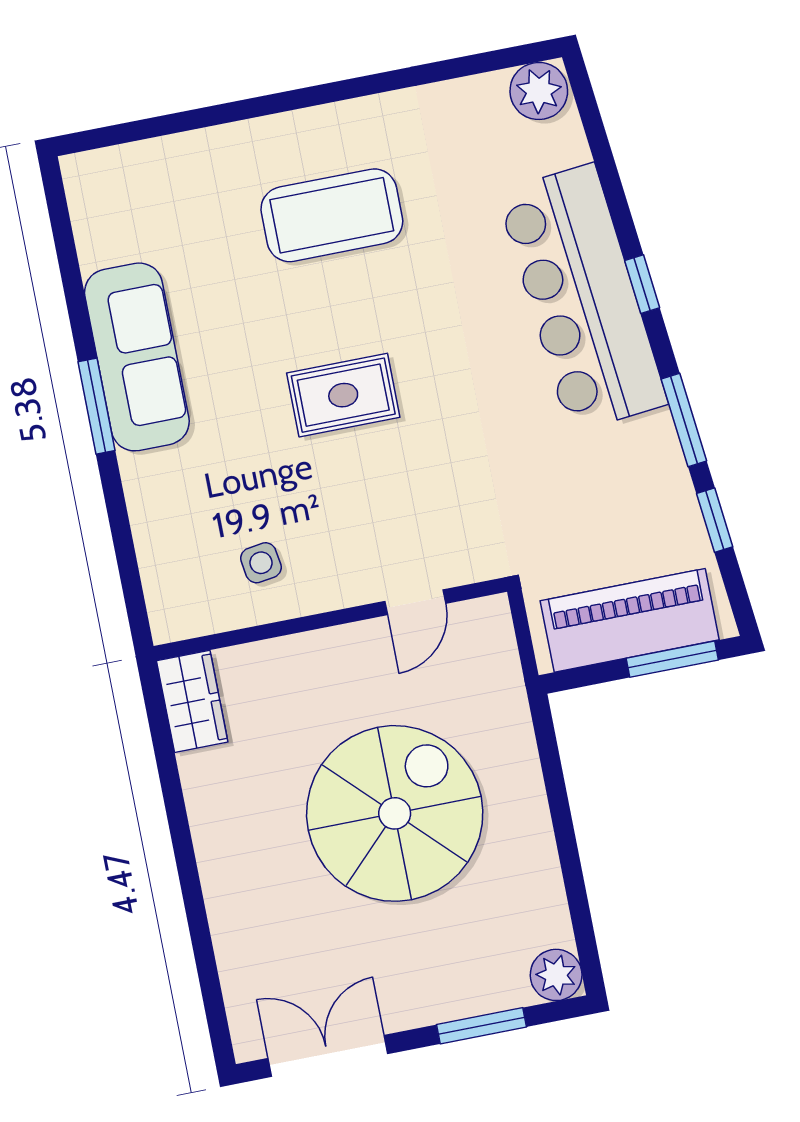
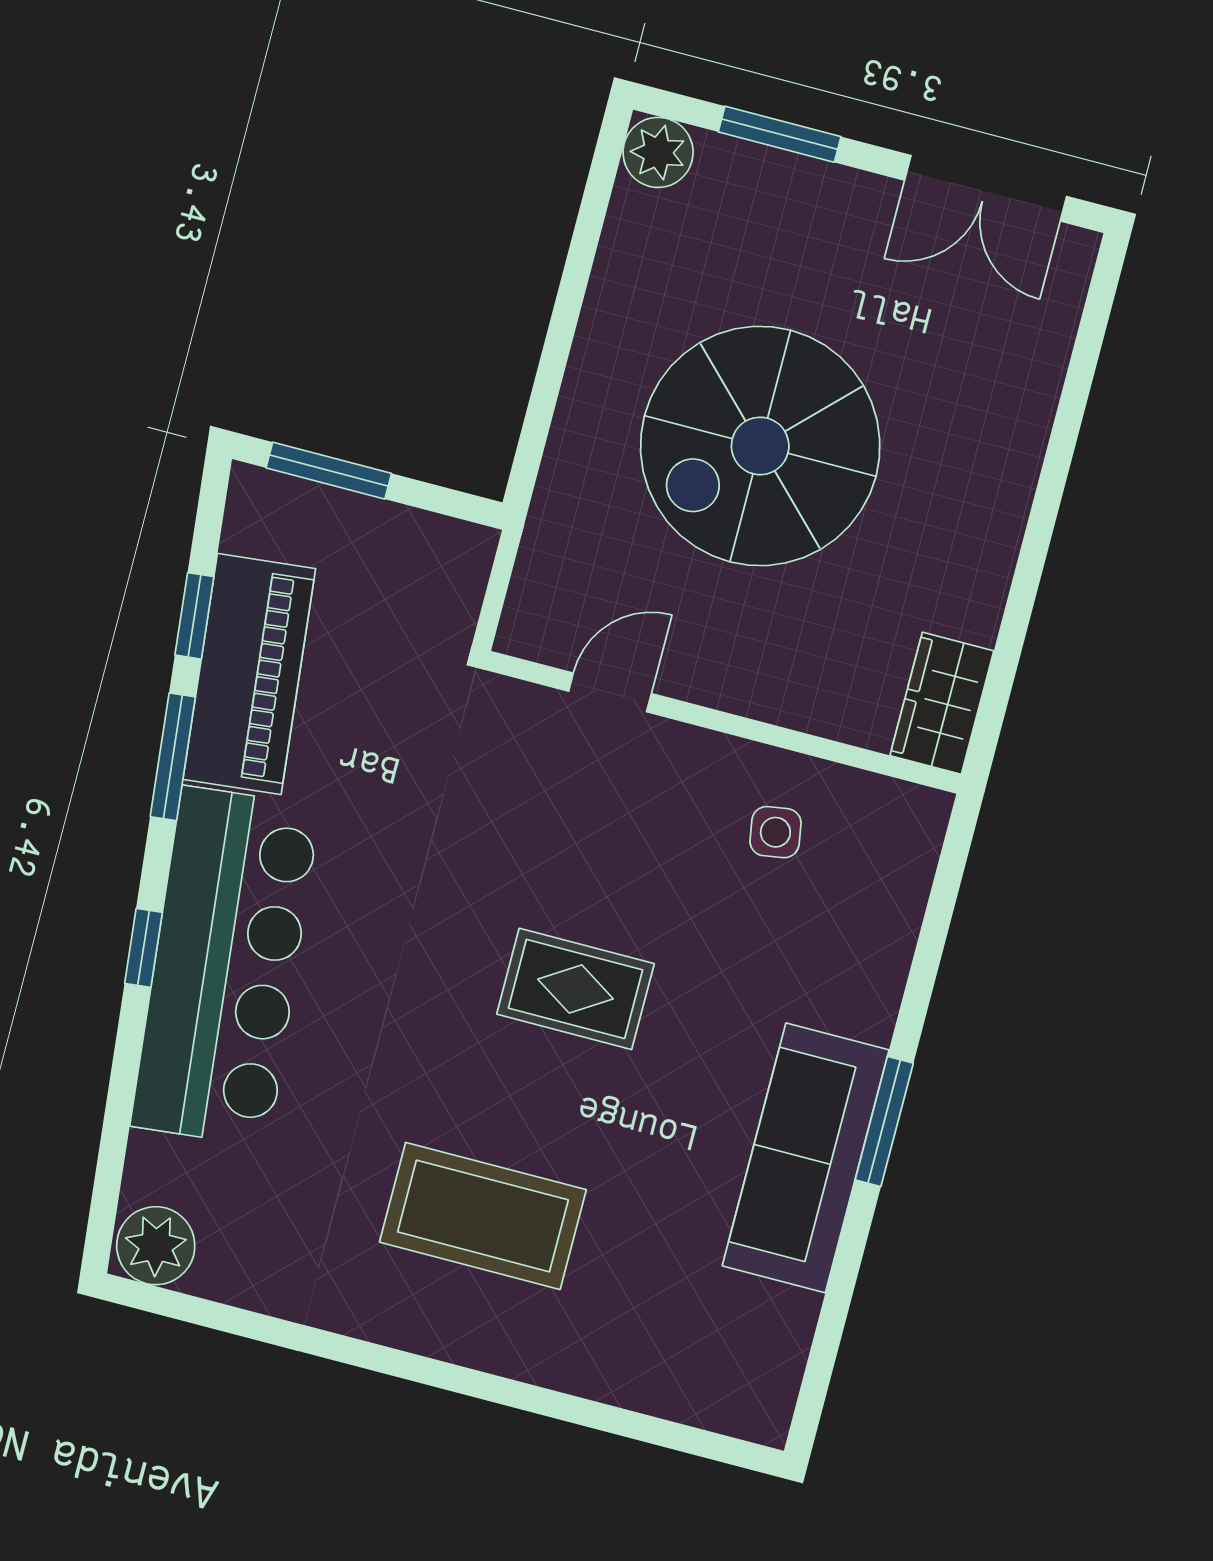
piano: (630, 620) -> (249, 674), moved, turned -96

